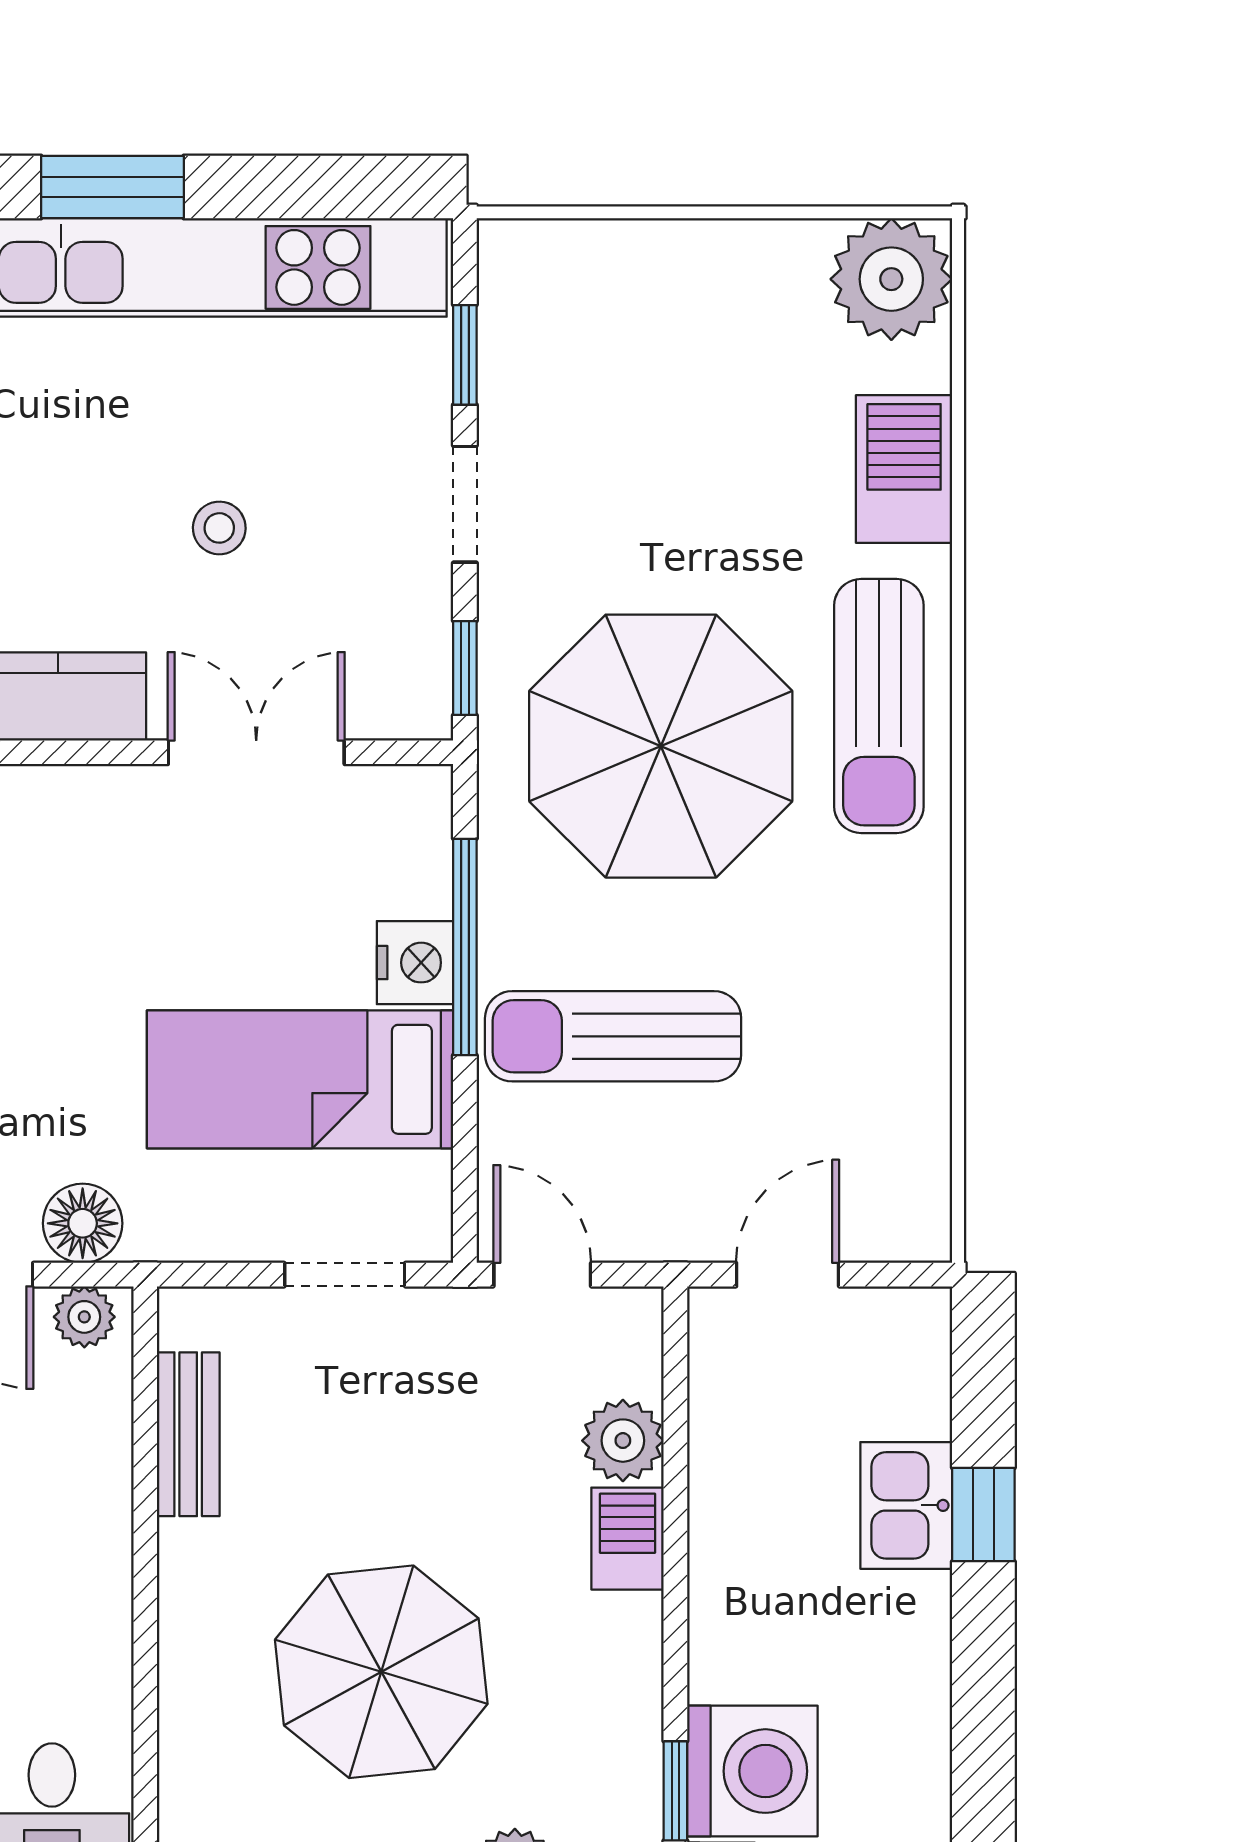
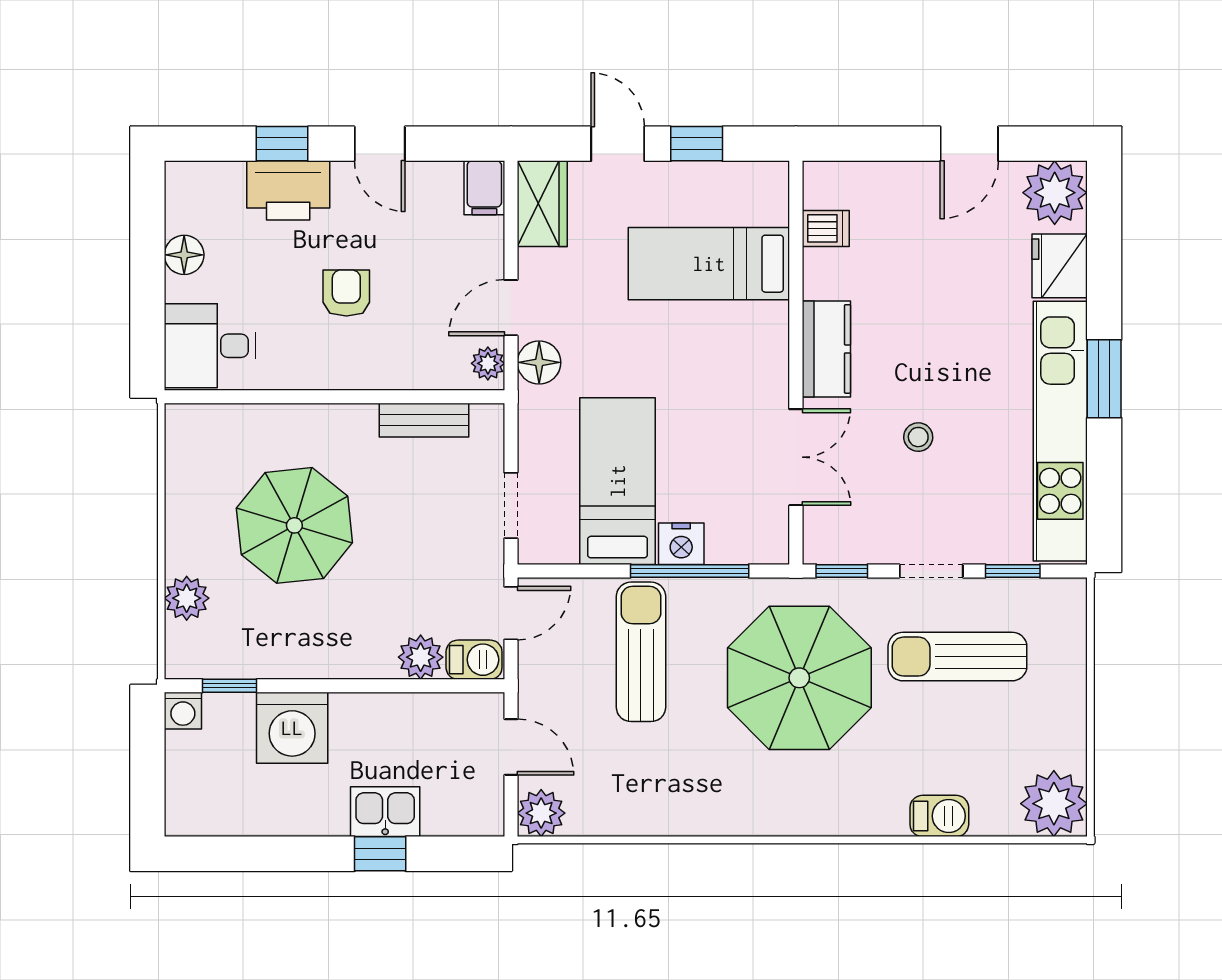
barbecue: (904, 469) -> (939, 816), width x0.73, depth x0.79
sun lounger: (879, 706) -> (957, 657), moved
plant: (909, 1219) -> (541, 813), added
barbecue: (628, 1539) -> (474, 660), moved
washing machine: (752, 1771) -> (292, 728), moved

